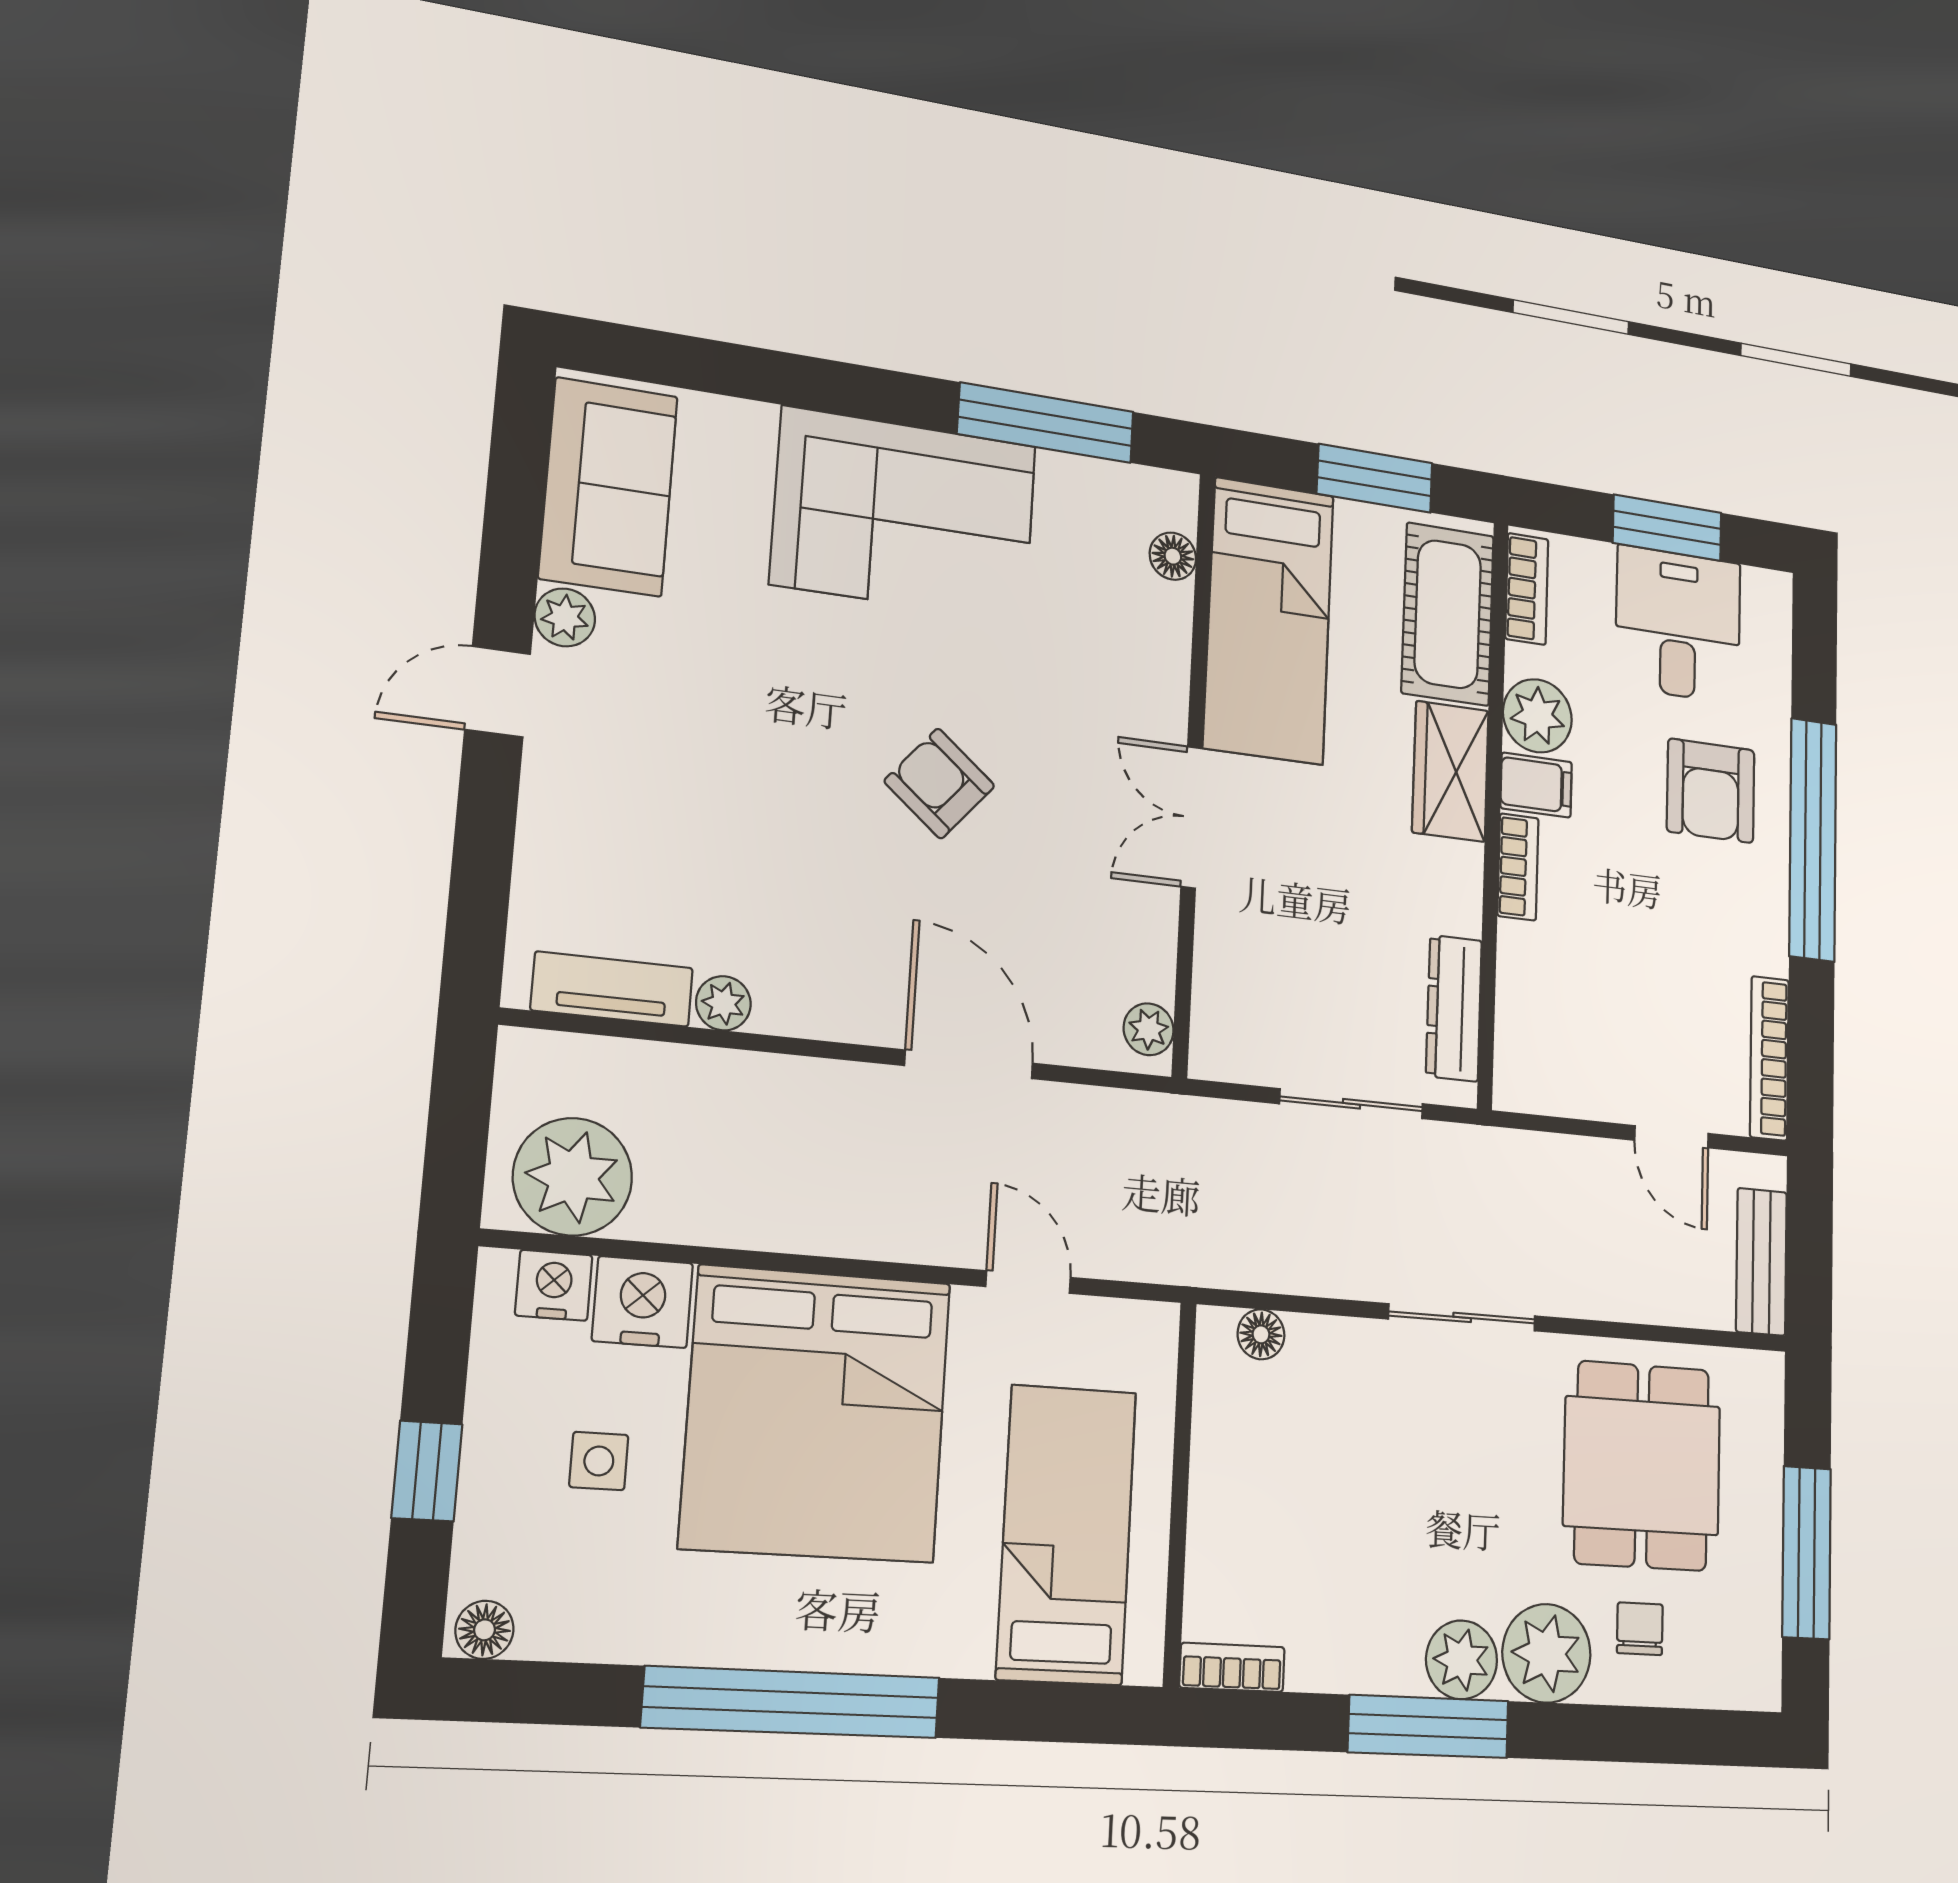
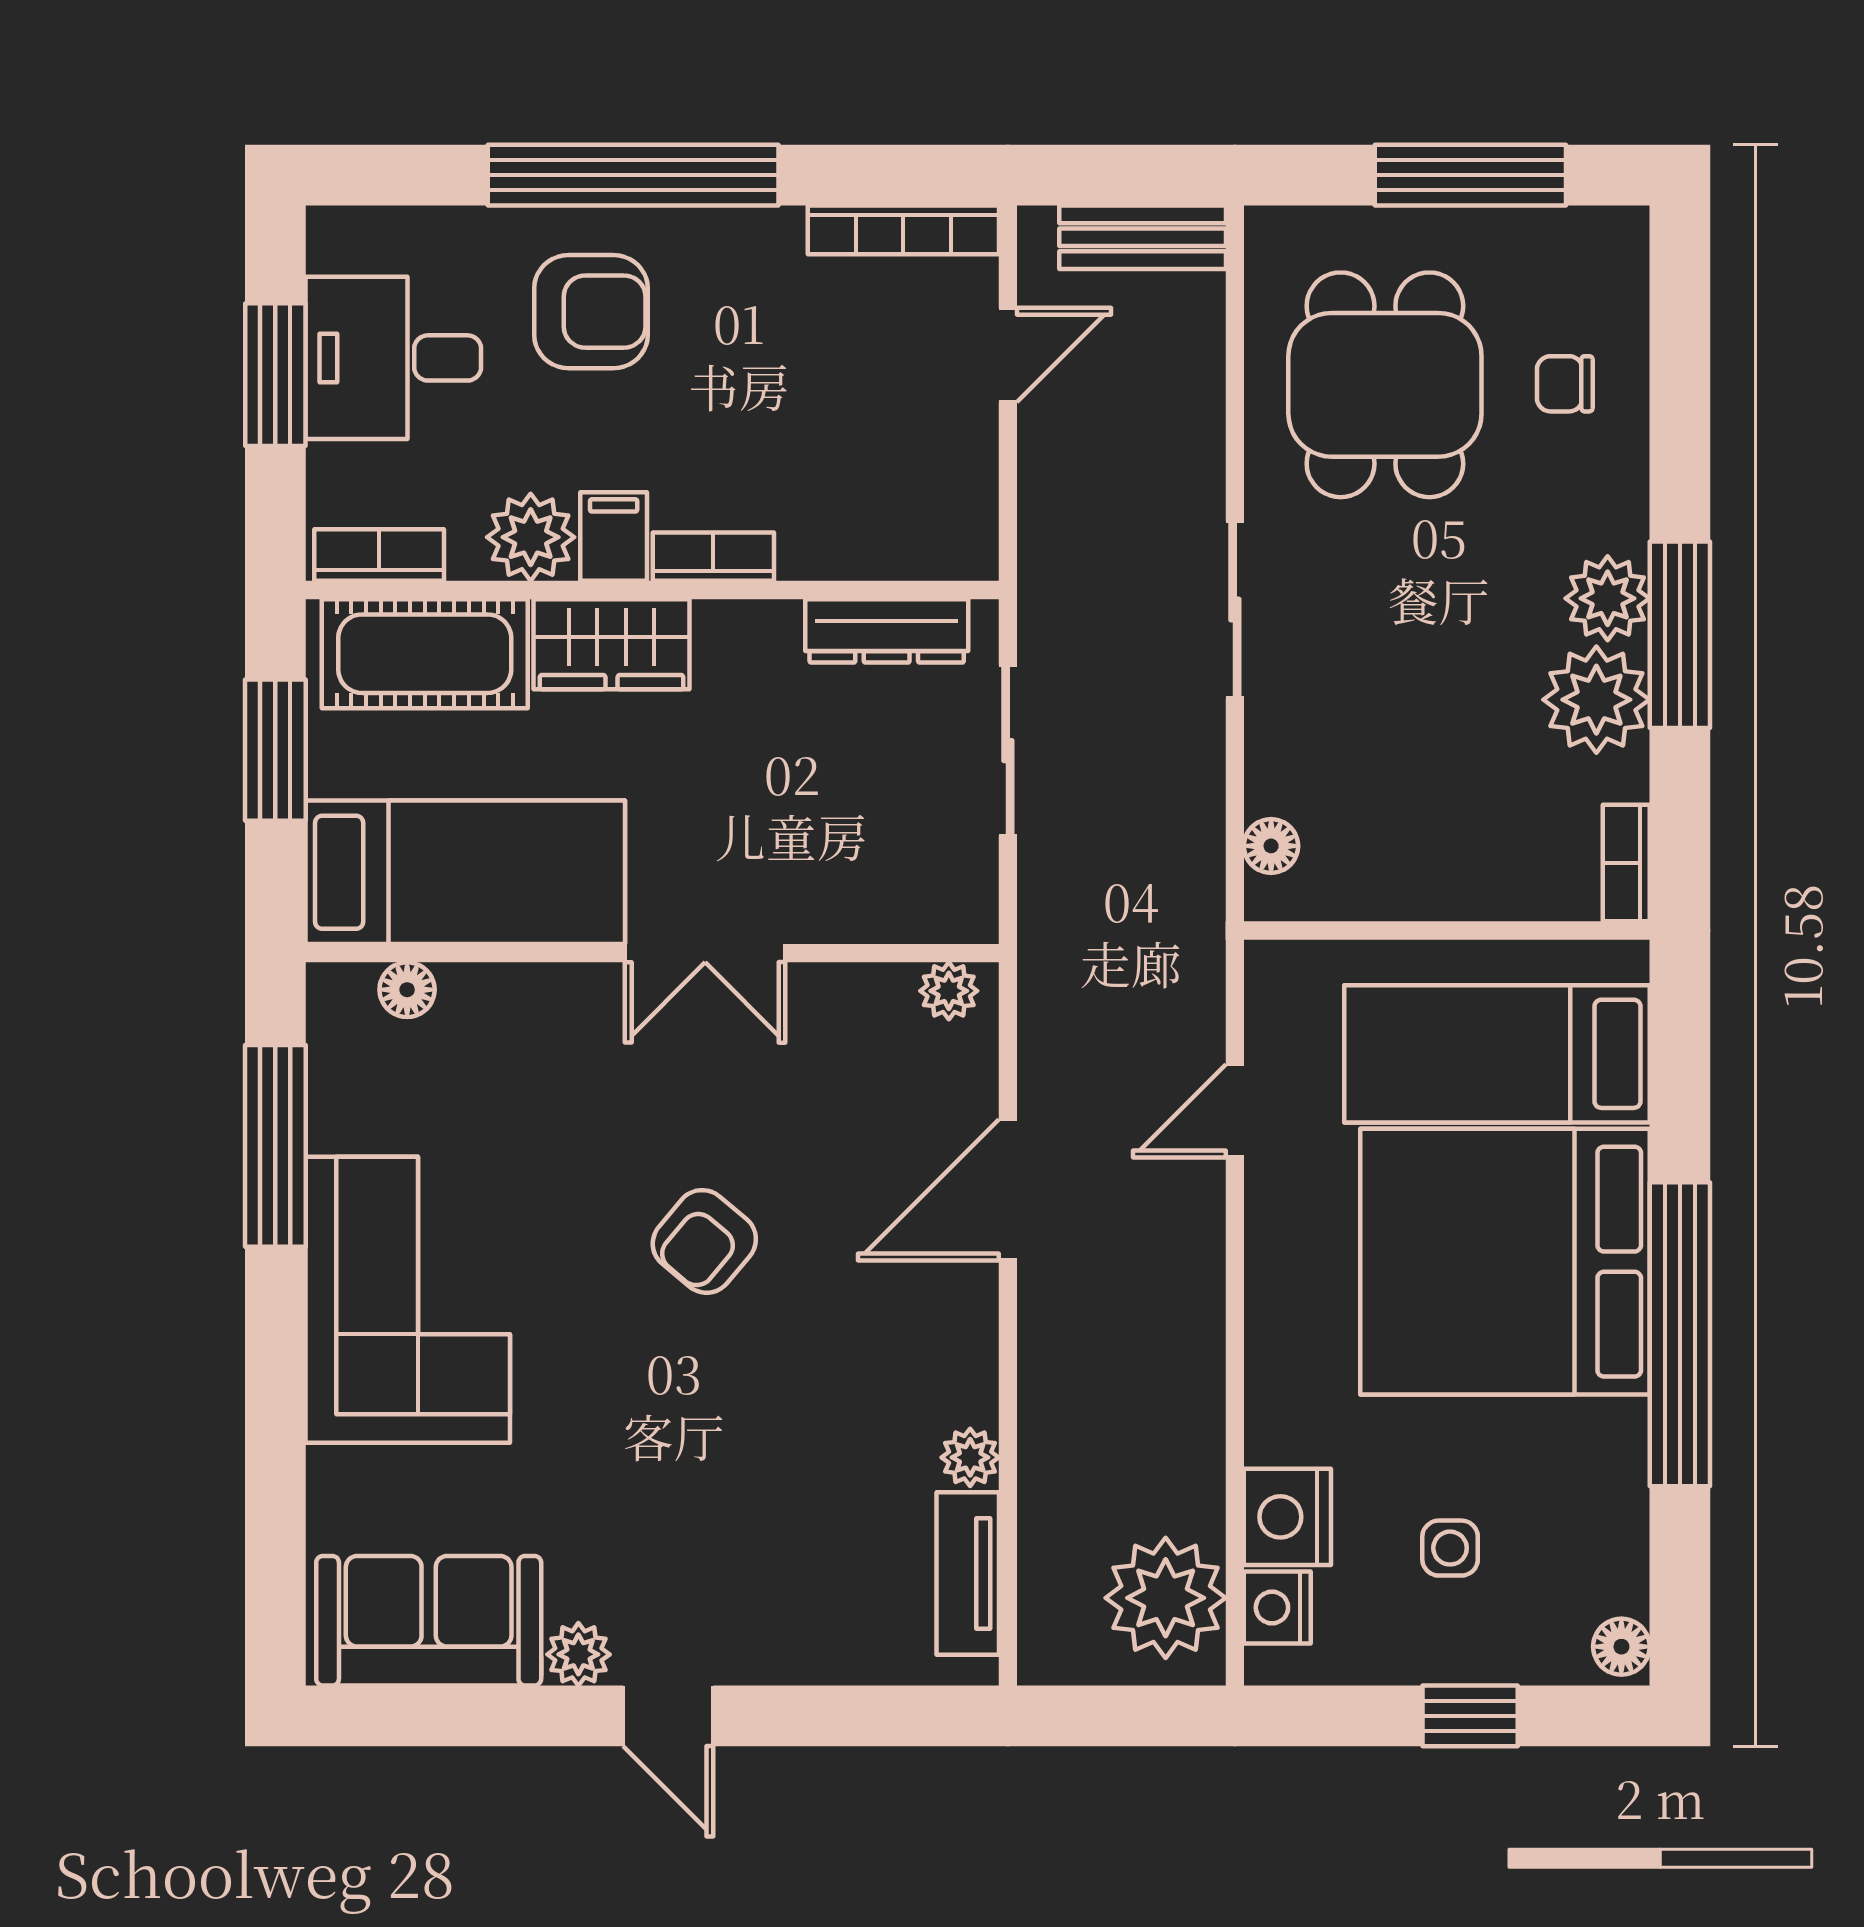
bed: (816, 1414) -> (1505, 1262), moved, turned 180
dining table: (1642, 1466) -> (1385, 385), turned 90
plant: (1547, 1653) -> (1596, 700), moved

